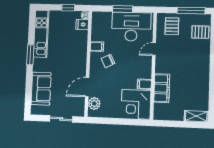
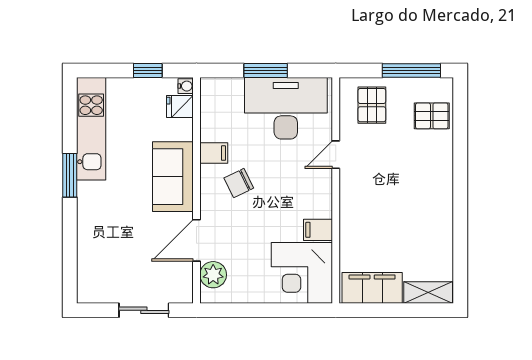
filing cabinet: (162, 88) -> (372, 288), moved, turned -90
sofa: (41, 89) -> (173, 177), moved, turned 180

